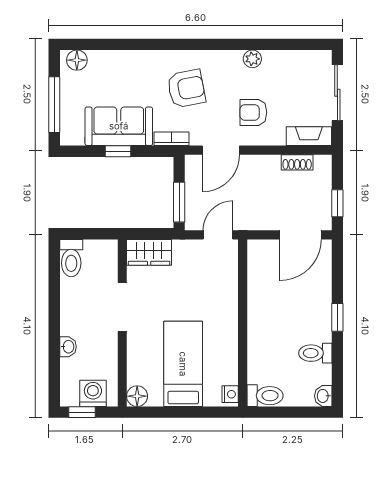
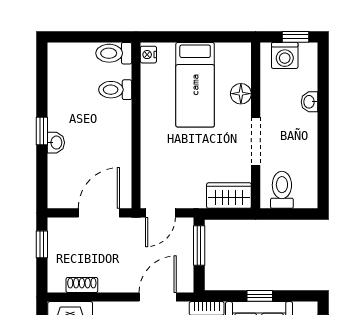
door: (300, 235) -> (99, 213), moved
toilet: (71, 258) -> (282, 190), moved
toilet: (315, 353) -> (115, 90), moved, turned 180
floor lamp: (137, 396) -> (241, 94), moved
washbasin: (323, 396) -> (56, 143), moved

